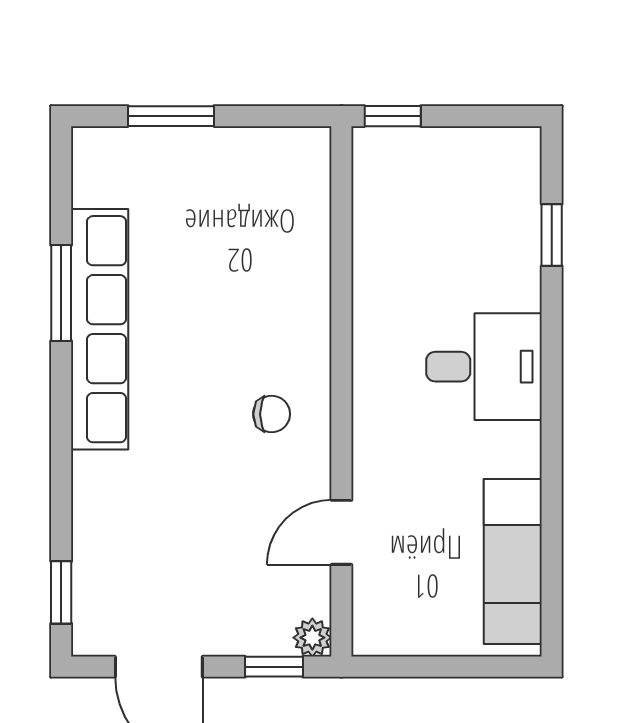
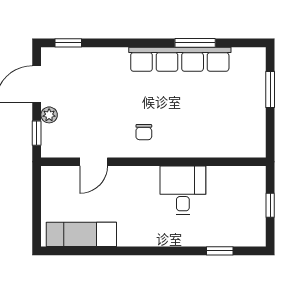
window: (393, 116) -> (270, 205), moved
desk: (484, 367) -> (183, 190), moved, turned 180
door: (341, 532) -> (94, 162), swing flipped
plant: (312, 638) -> (49, 115), moved

